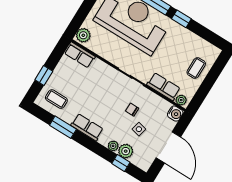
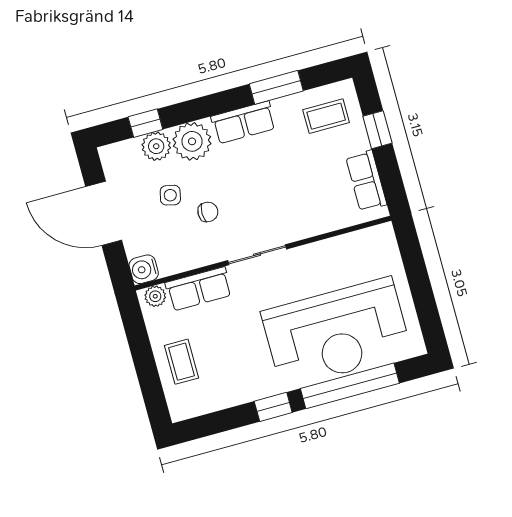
plant: (83, 35) -> (382, 242), removed
row of seats: (80, 55) -> (366, 181), moved, turned -90
plant: (113, 146) -> (192, 141), width x1.87, depth x1.87

